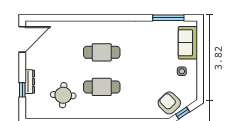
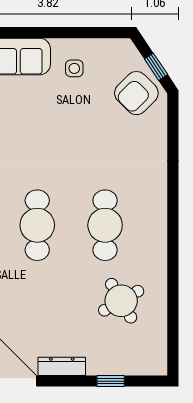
dresser: (30, 82) -> (62, 366), moved
round table: (63, 95) -> (121, 301), turned -34

